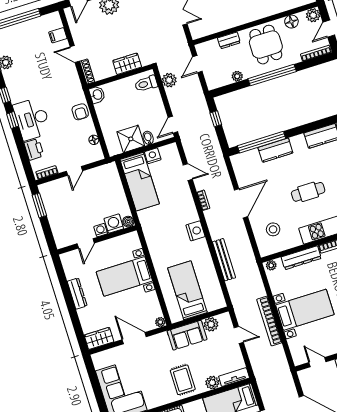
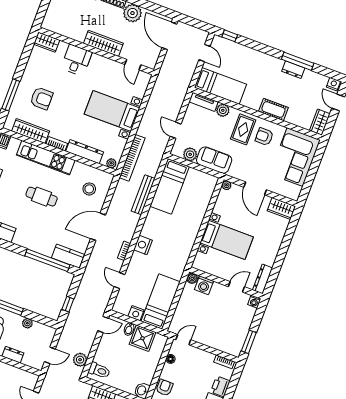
kitchen counter: (275, 150) -> (68, 256), moved
door: (74, 171) -> (183, 340), moved
washing machine: (101, 230) -> (254, 302), moved
nightstand: (195, 231) -> (143, 245), moved
bed: (187, 290) -> (170, 186), moved
dresser: (77, 294) -> (263, 279), moved
bookcase: (269, 321) -> (132, 158), moved
armchair: (160, 388) -> (264, 137), added

